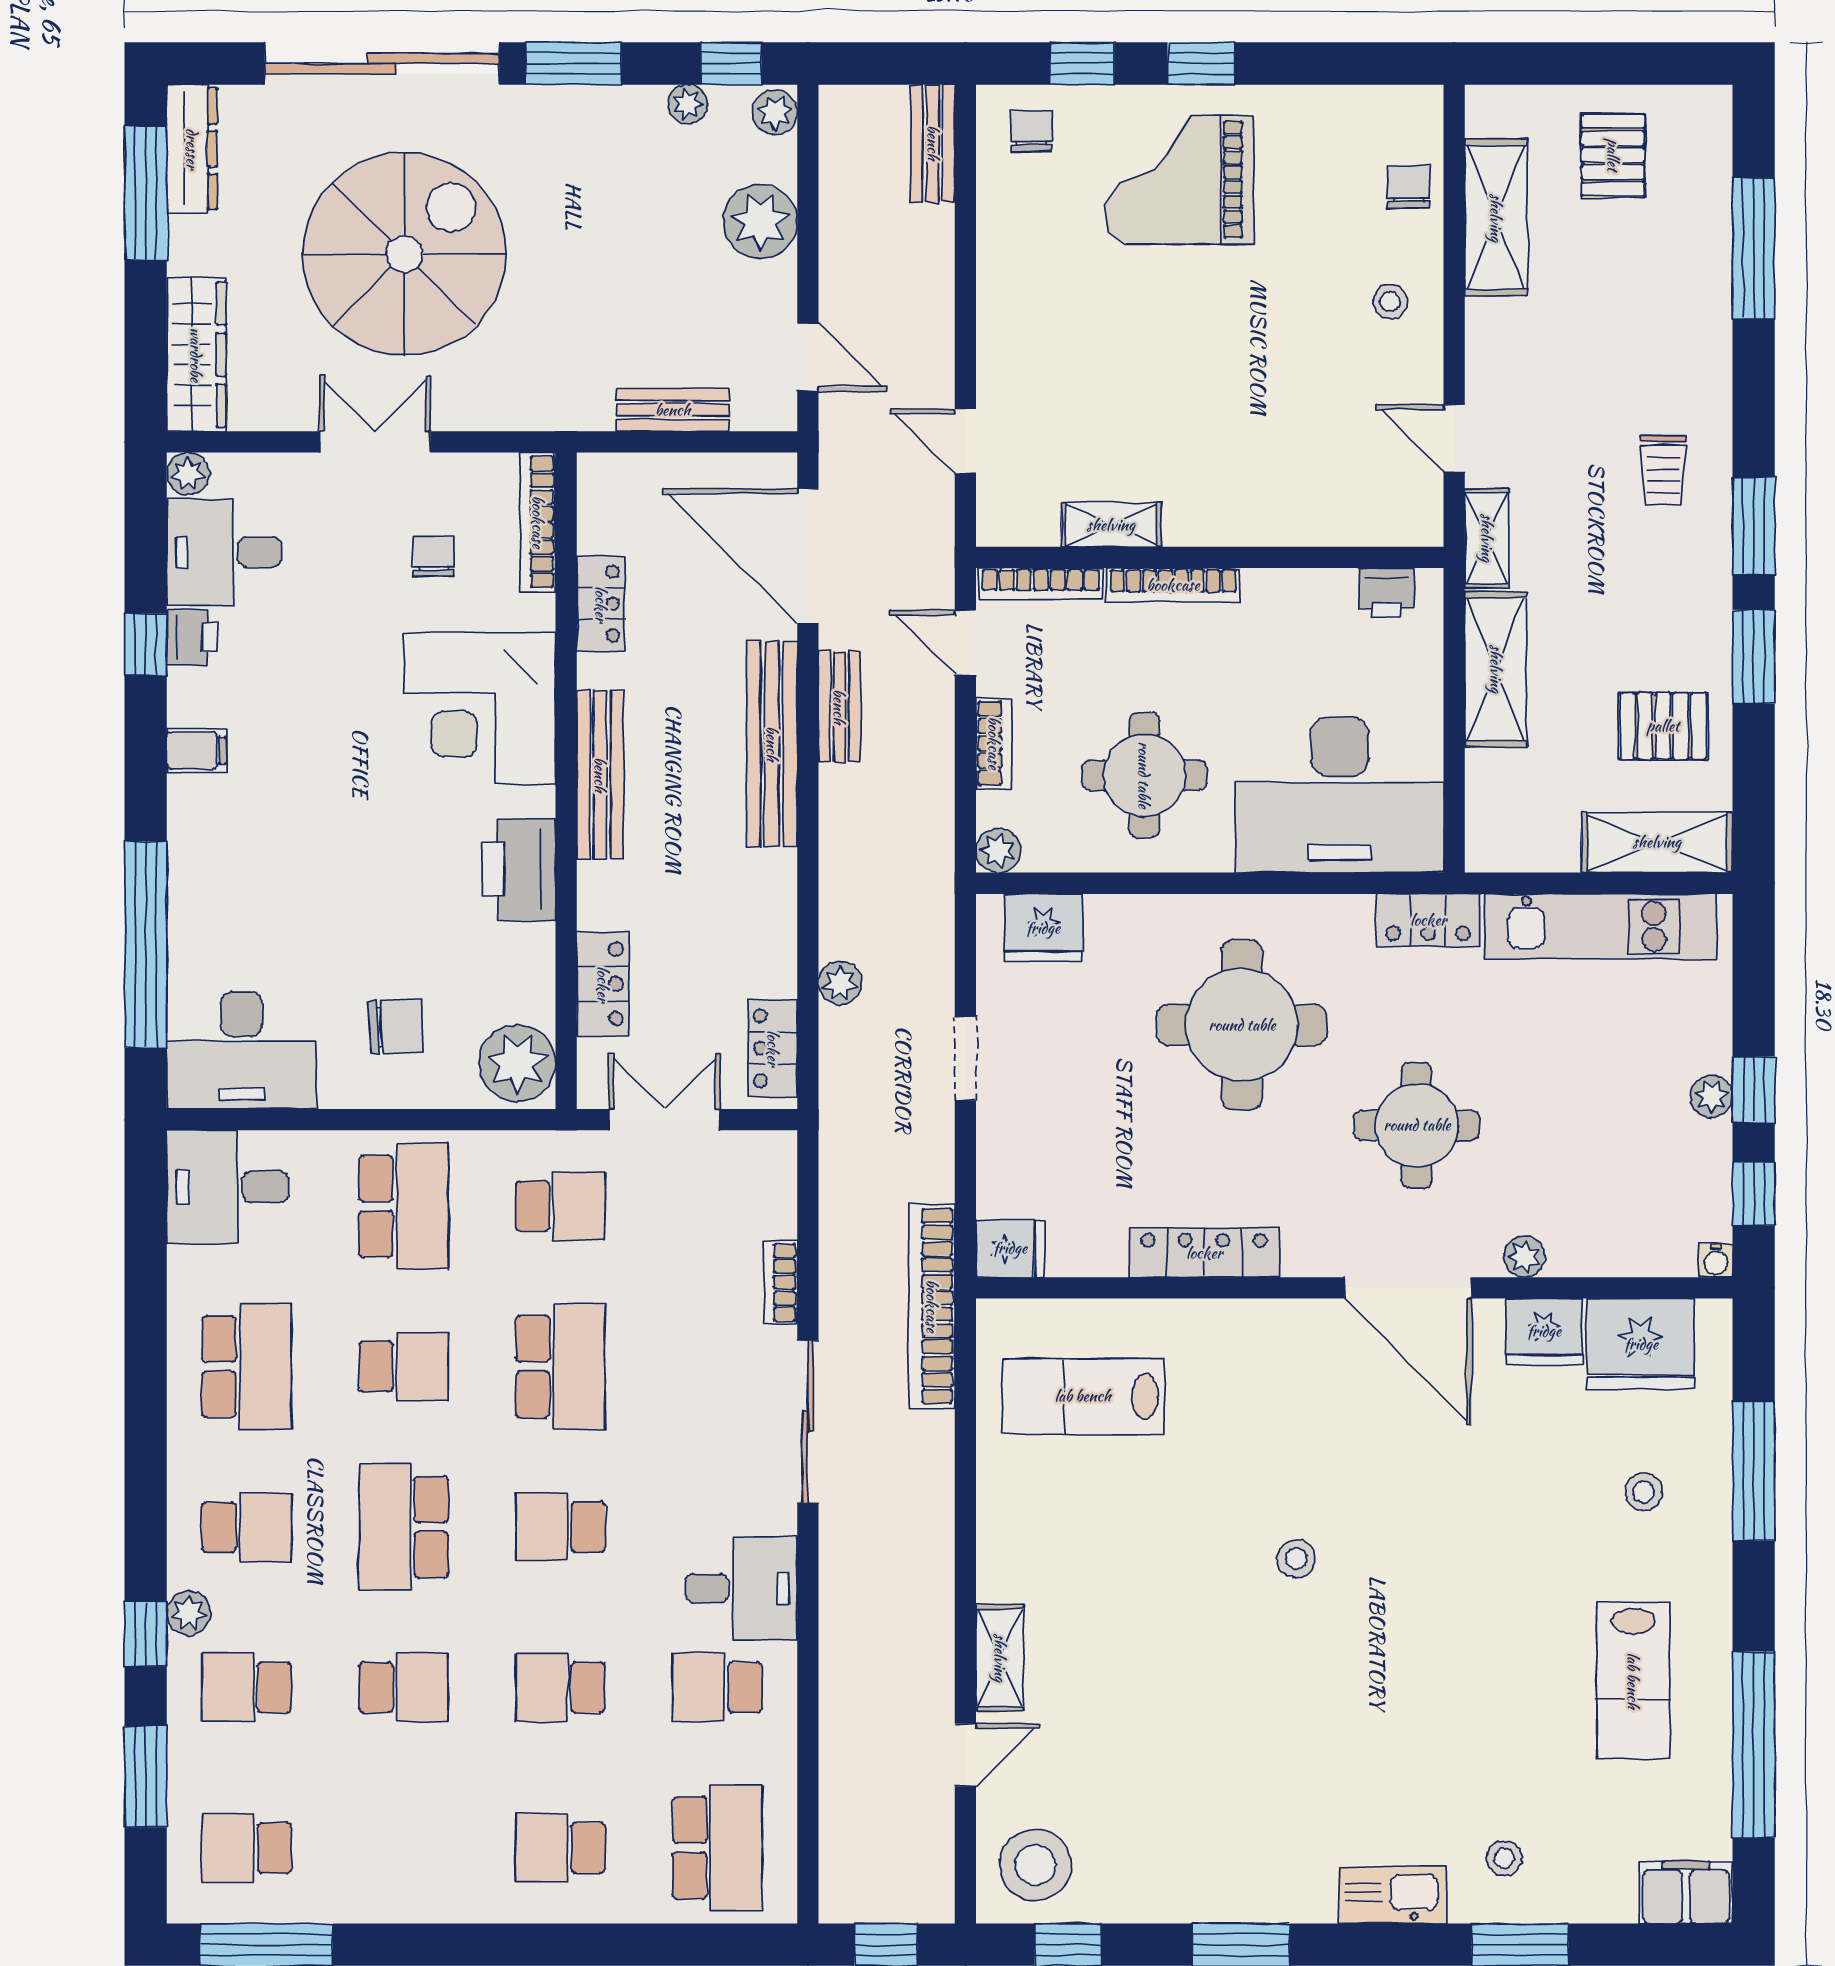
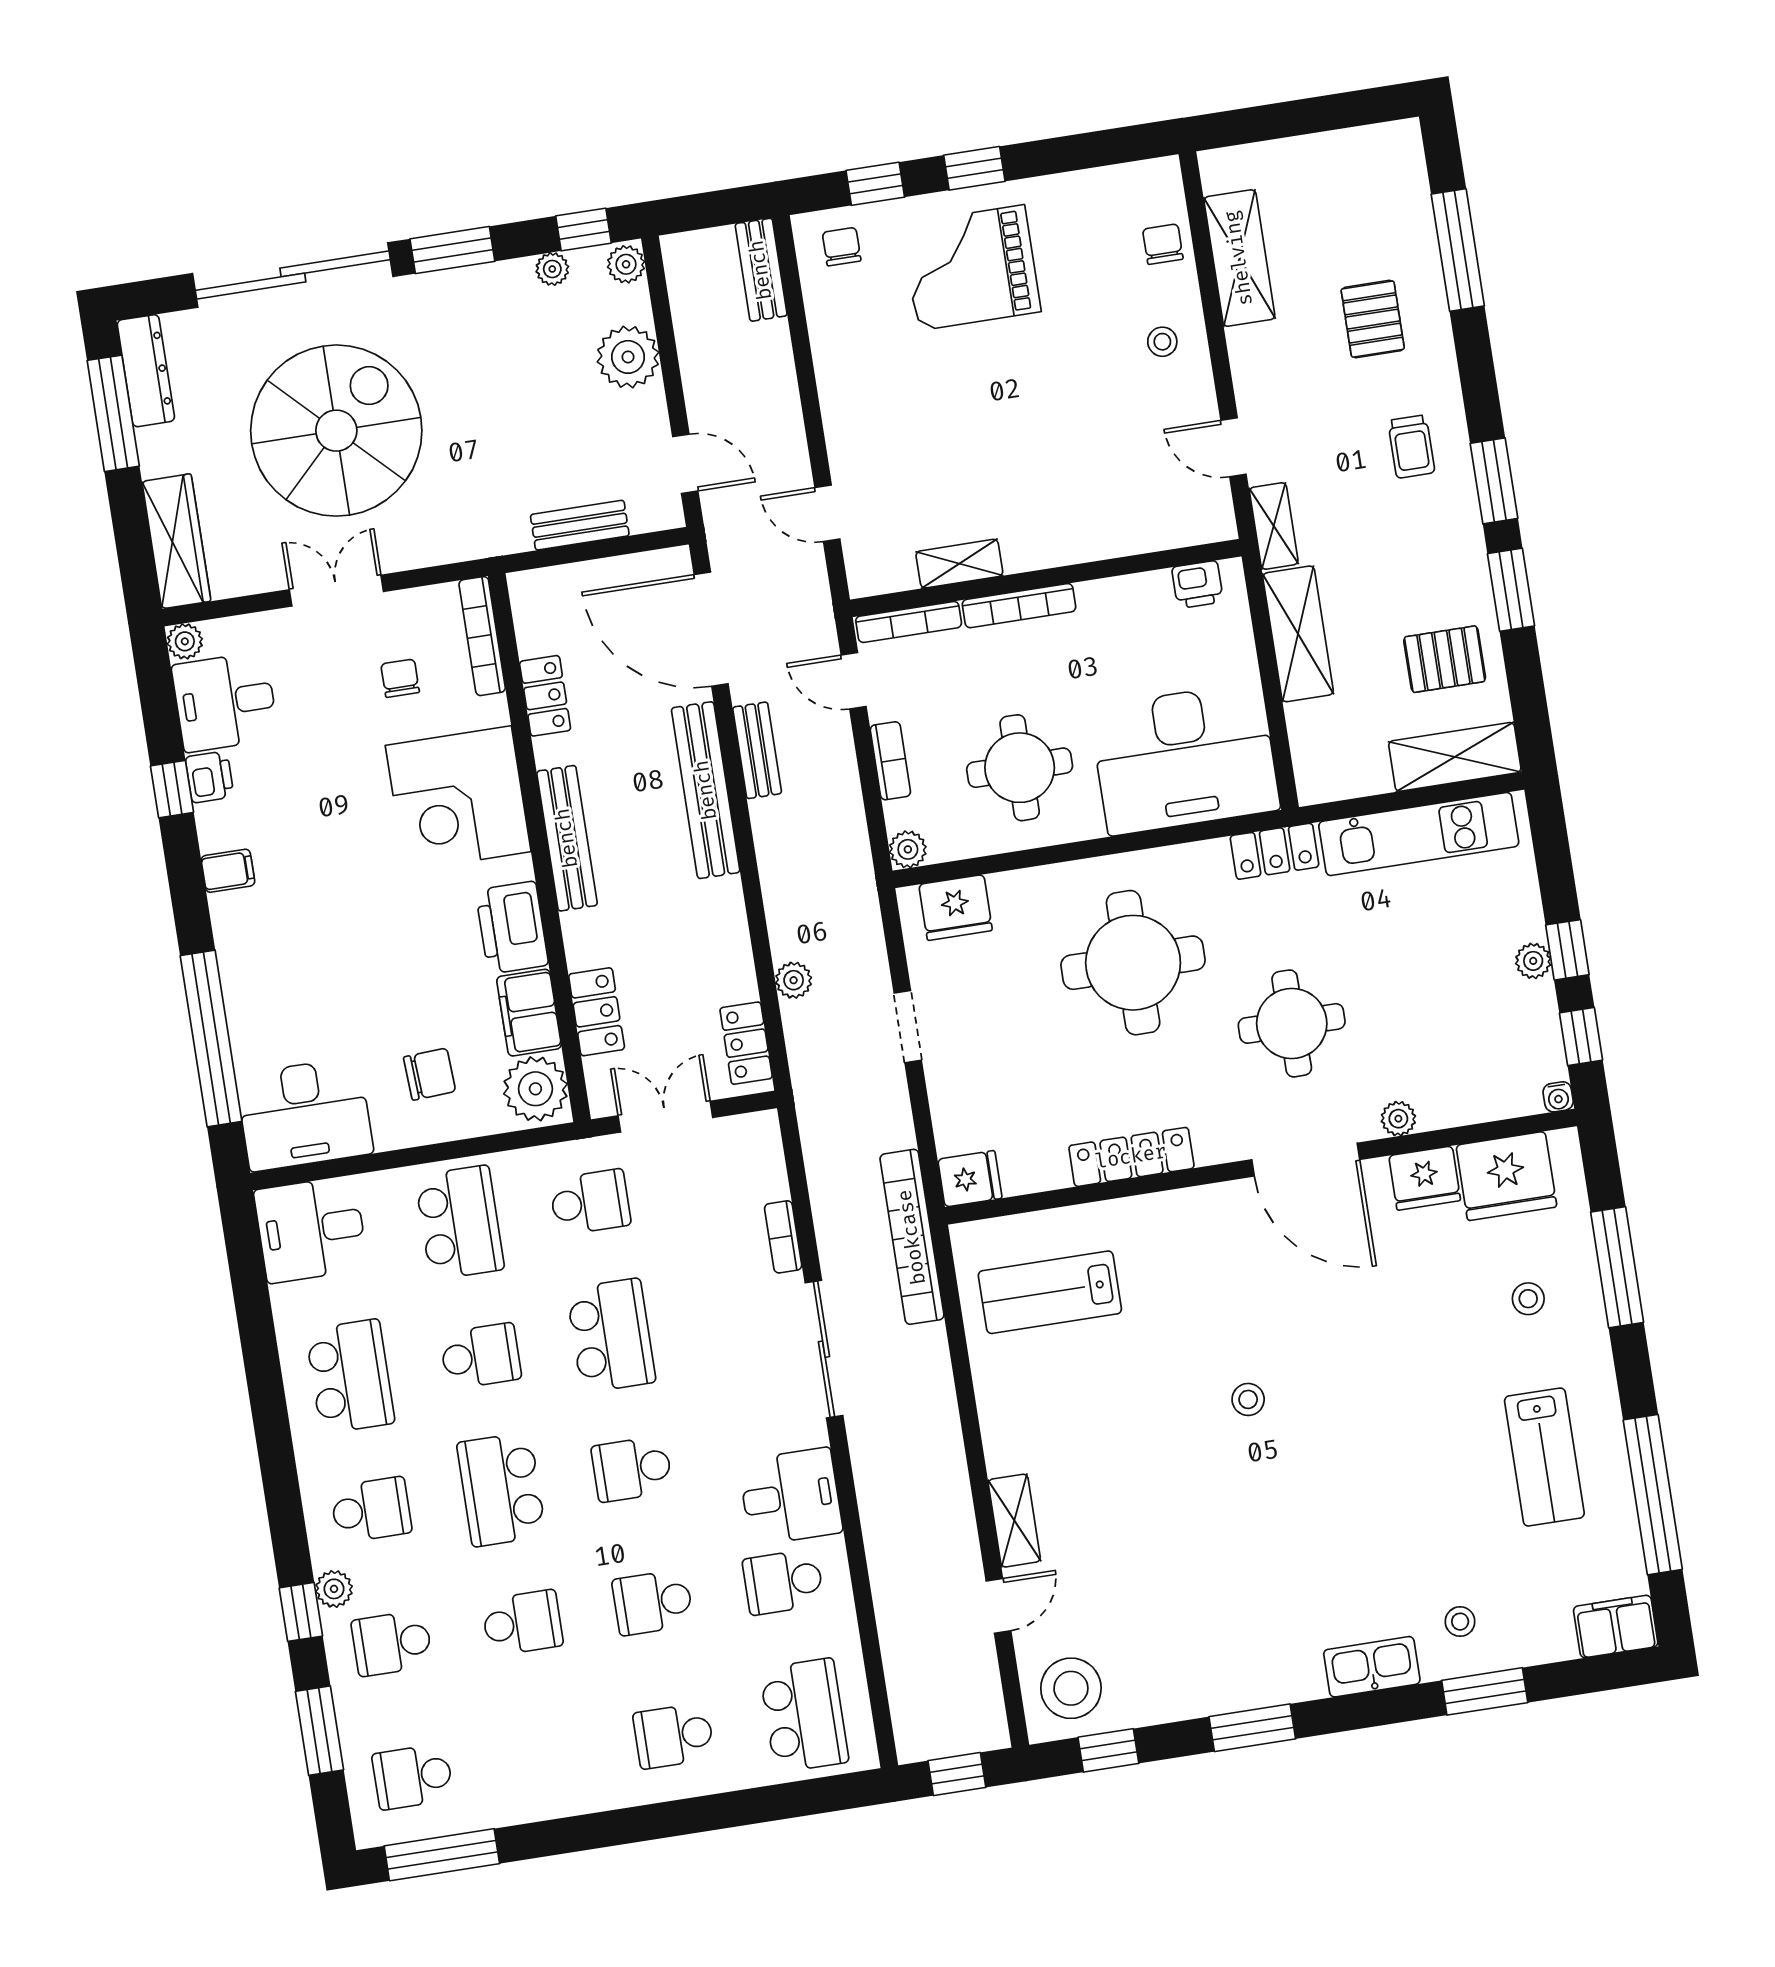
pallet: (1613, 155) -> (1373, 319), moved
filing cabinet: (524, 973) -> (529, 1013), added

